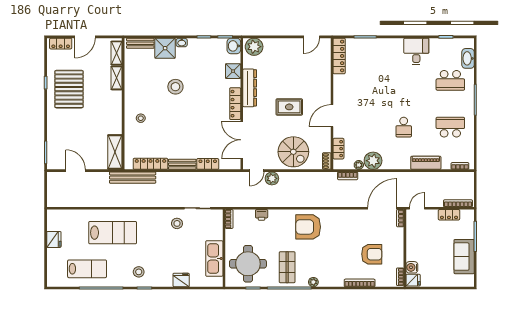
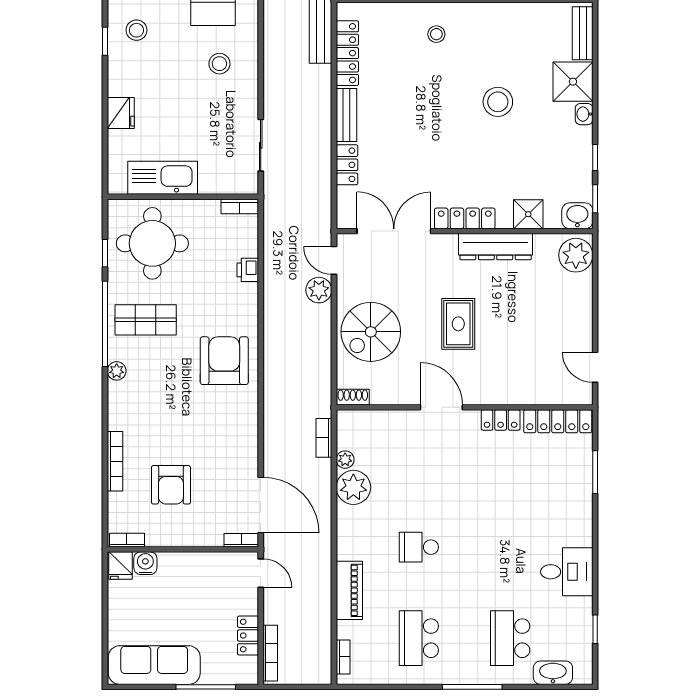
school desk: (450, 127) -> (419, 638), turned 180
locker: (338, 149) -> (501, 420), moved
stool: (177, 223) -> (219, 64), moved
sofa: (464, 257) -> (154, 665), width x1.36

